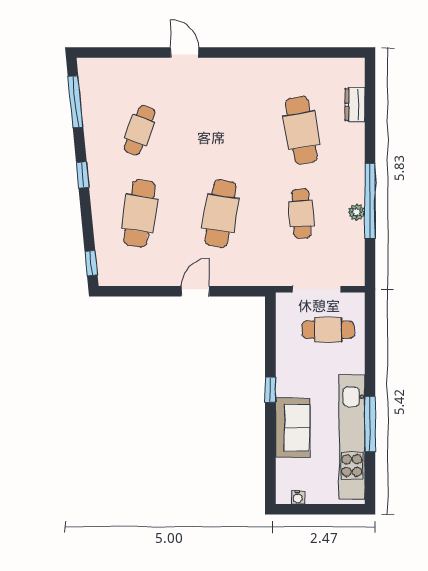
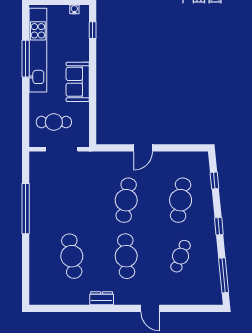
dresser: (355, 105) -> (102, 298), moved, turned -90
plant: (357, 212) -> (35, 201), removed
cafe table: (301, 214) -> (126, 256), moved, width x1.37, depth x1.35
window: (91, 263) -> (214, 180), moved
window: (270, 390) -> (93, 30), moved
sofa: (293, 428) -> (78, 82), moved

